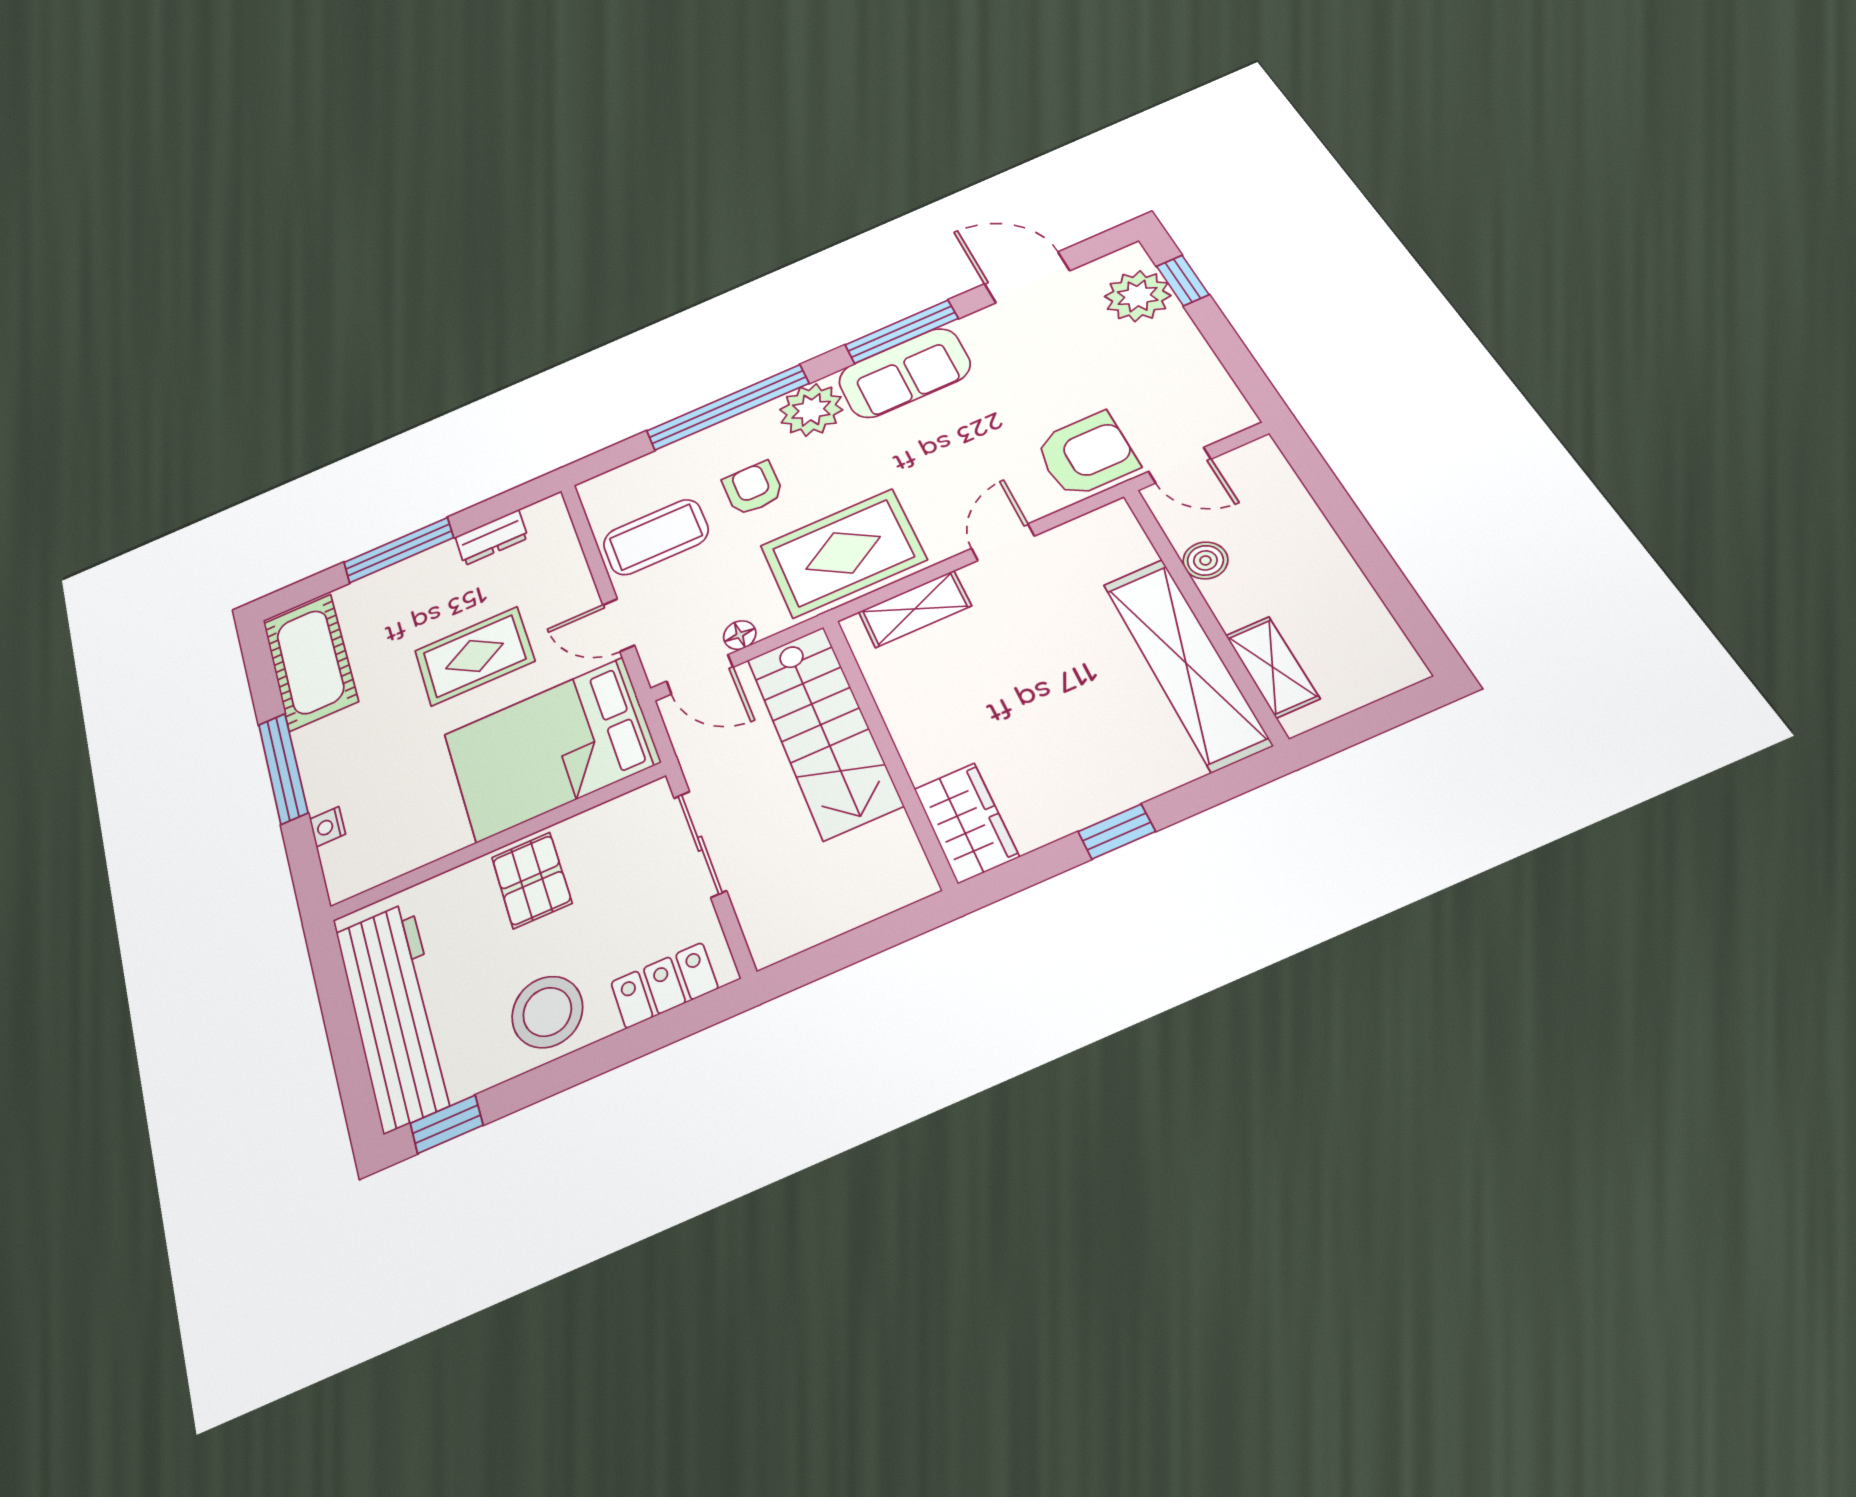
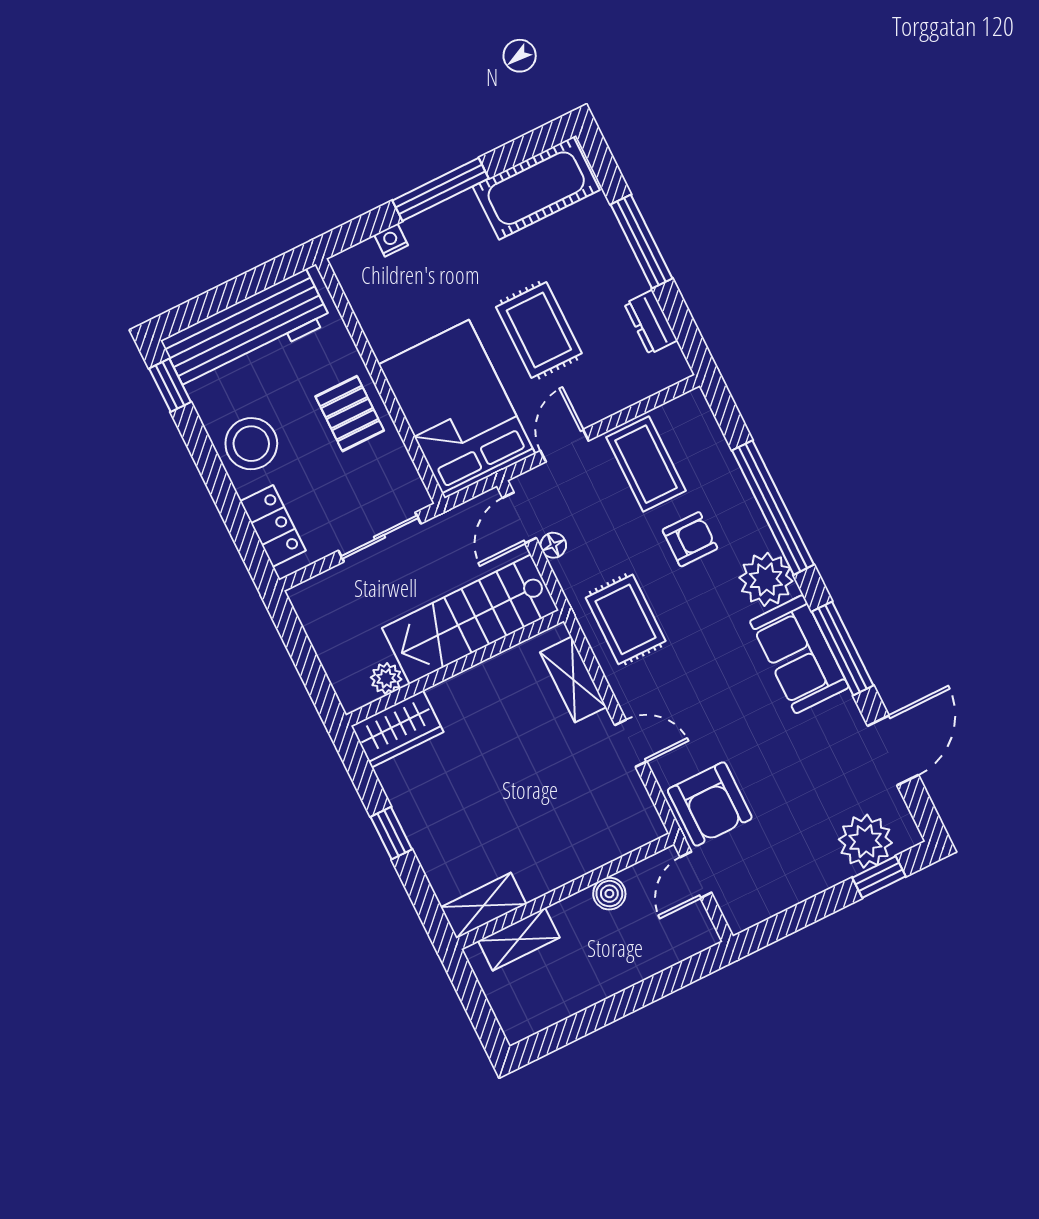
rug: (843, 553) -> (626, 619), width x0.73, depth x0.70
shelving: (1186, 663) -> (483, 906), width x0.45, depth x0.75
plant: (894, 837) -> (386, 678), added
pallet: (532, 880) -> (350, 414), turned 90

